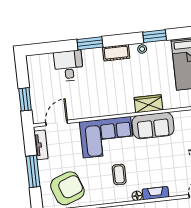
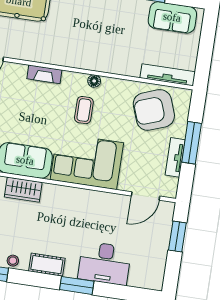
desk: (69, 66) -> (105, 263), width x1.37
tv unit: (41, 145) -> (175, 157), moved
floor lamp: (137, 196) -> (94, 81), moved

